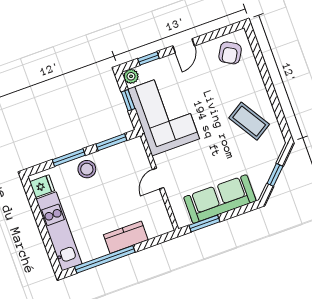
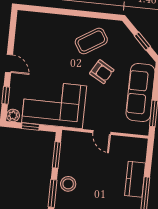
armchair: (230, 53) -> (102, 72), moved

